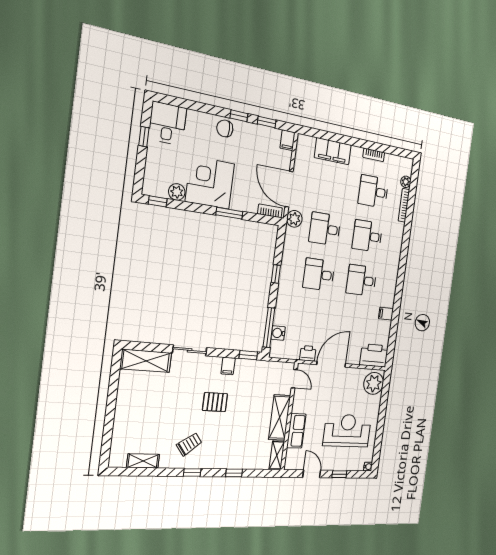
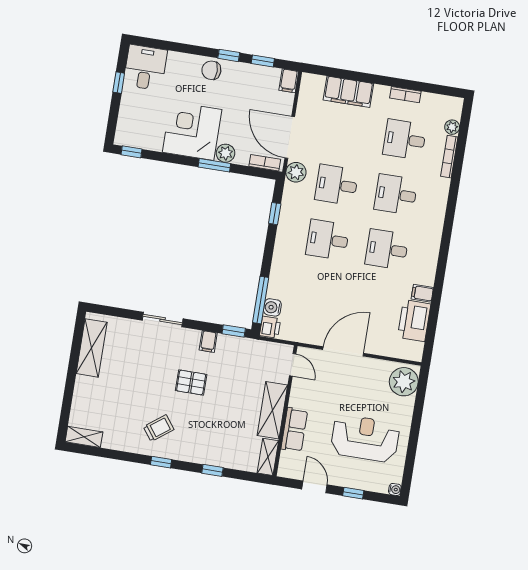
plant: (177, 192) -> (226, 153), moved
window: (276, 274) -> (275, 214), moved
printer: (308, 353) -> (270, 327), moved, turned 90
printer: (374, 355) -> (414, 321), moved, turned -90
shelving: (146, 361) -> (92, 348), moved, turned 90
shelving: (143, 461) -> (84, 437), moved

